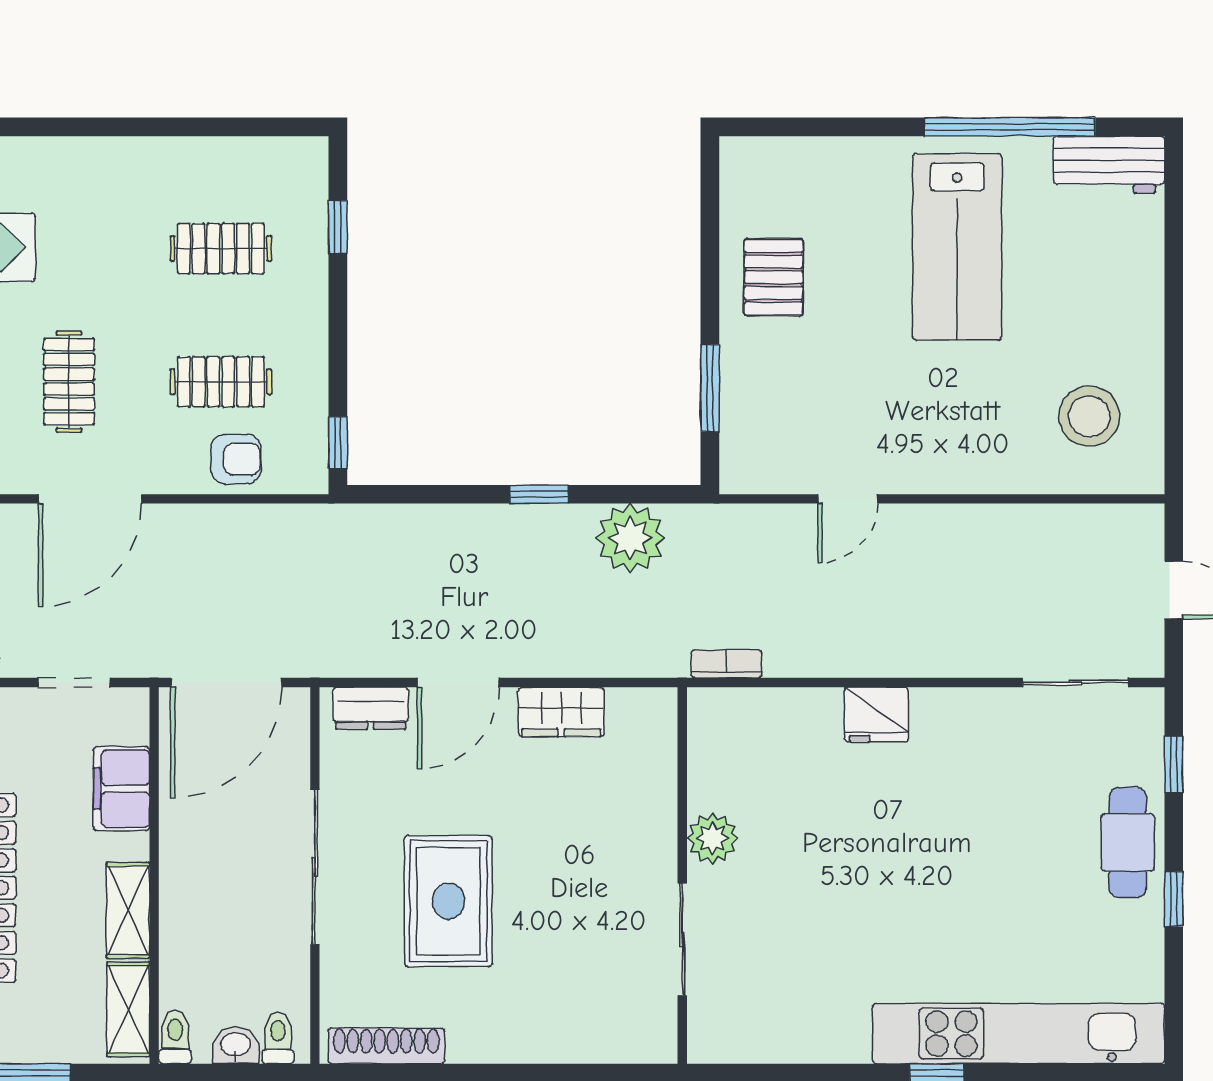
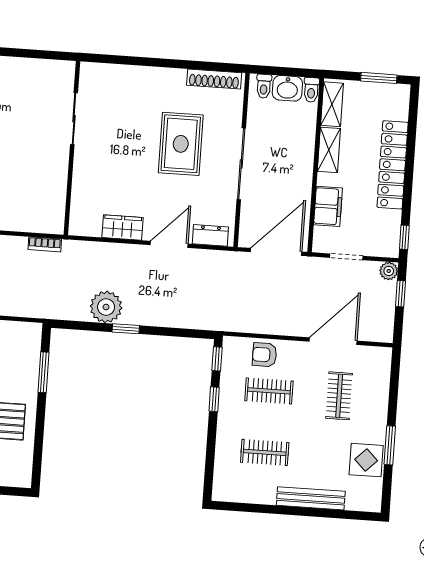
bench: (115, 156) -> (311, 498), added
window: (338, 227) -> (214, 399), moved
plant: (630, 538) -> (106, 307), moved
plant: (713, 838) -> (57, 164), removed
washbasin: (236, 1045) -> (287, 88), width x1.38, depth x1.45

